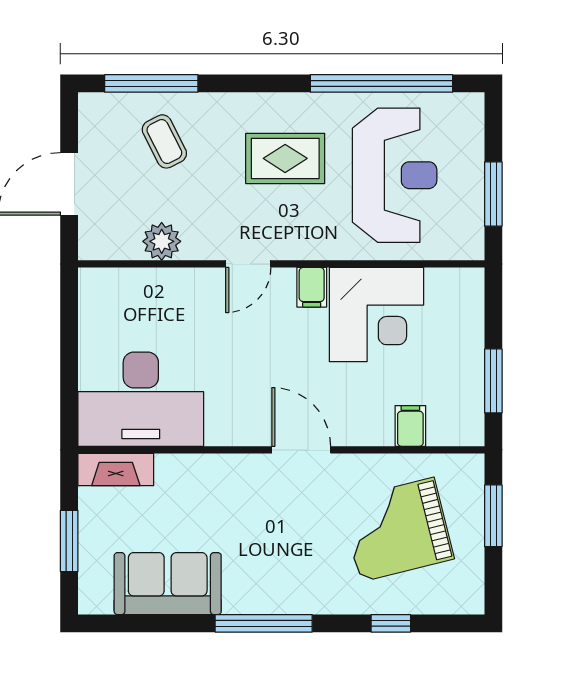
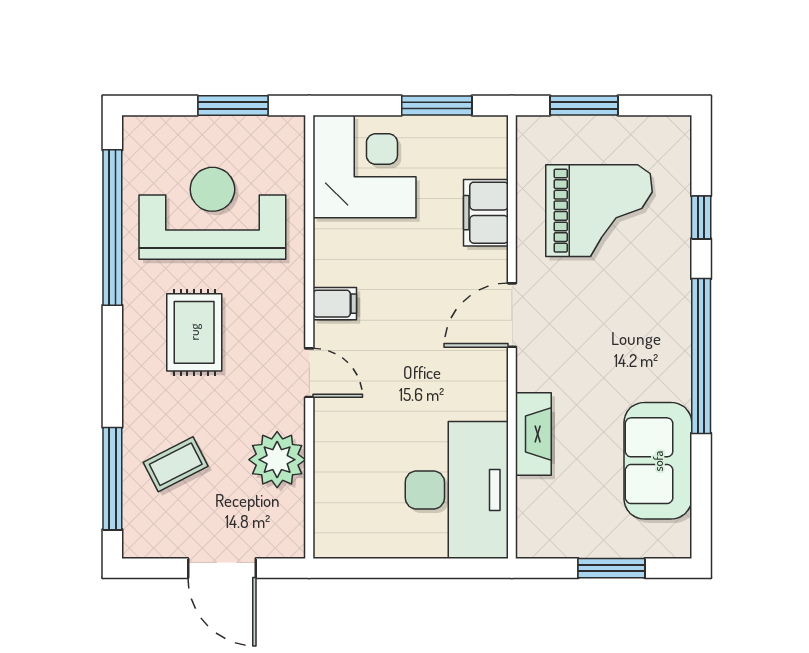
plant: (162, 241) -> (277, 460), width x1.36, depth x1.36
corner desk: (376, 315) -> (364, 166), moved
filing cabinet: (410, 426) -> (486, 213), width x2.00
fireplace: (116, 469) -> (533, 434), moved
grand piano: (397, 530) -> (599, 211), turned -76
window: (264, 623) -> (701, 356), width x1.46

